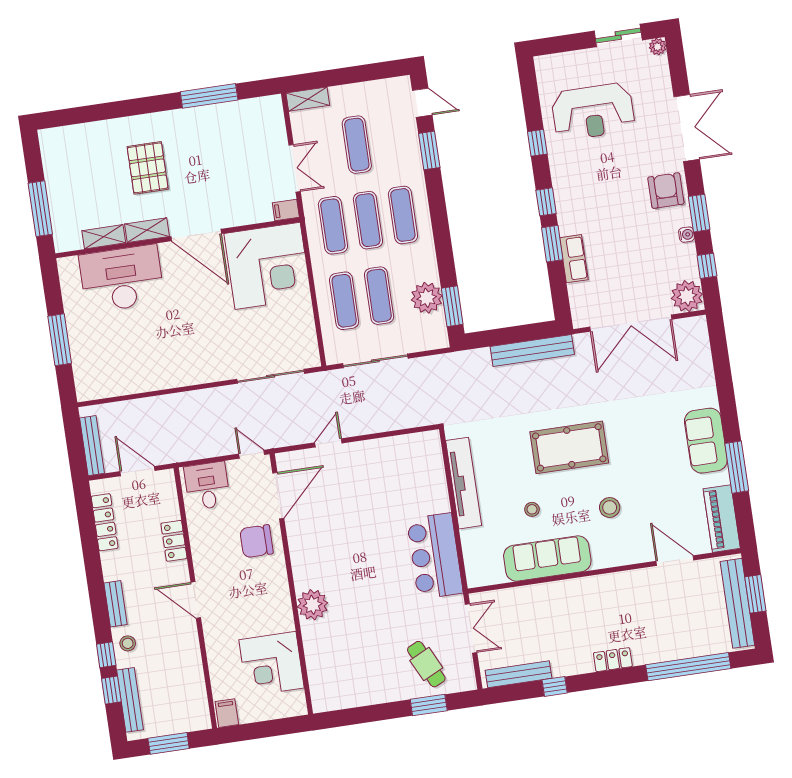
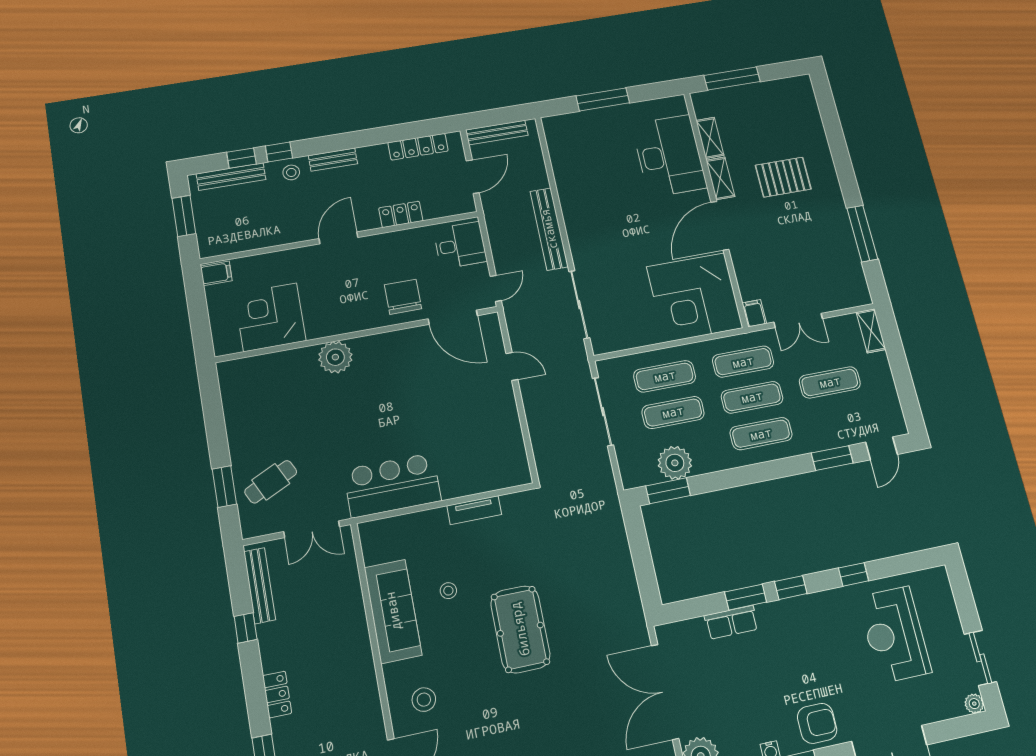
bench: (532, 351) -> (549, 229), moved
tv unit: (464, 483) -> (474, 510), width x0.52, depth x0.78
stool: (610, 507) -> (424, 700), moved

